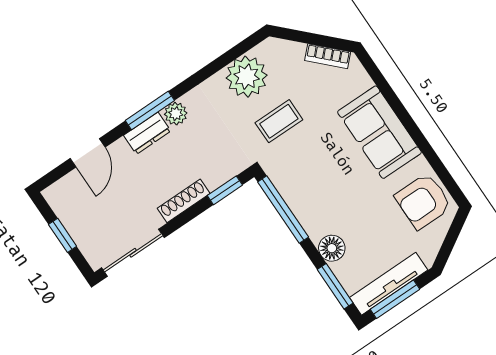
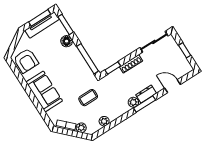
plant: (293, 52) -> (81, 128), added
plant: (247, 77) -> (104, 121), width x0.53, depth x0.53
door: (88, 153) -> (173, 86), hinge flipped
armchair: (423, 201) -> (26, 61), turned 90

